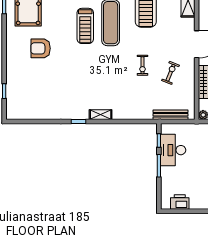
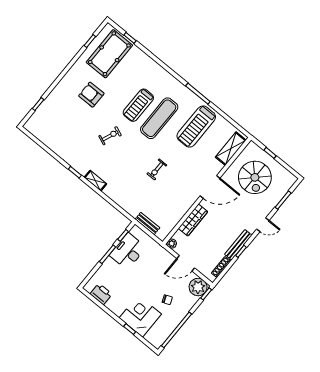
exercise bike: (171, 73) -> (110, 136), moved
bench: (171, 115) -> (147, 223), width x0.73

